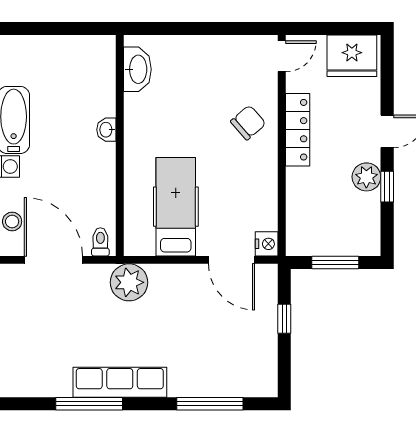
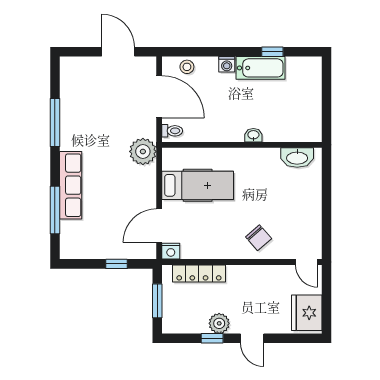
locker: (298, 130) -> (199, 274), moved
door: (53, 260) -> (159, 97), hinge flipped
row of seats: (120, 382) -> (71, 185), moved

